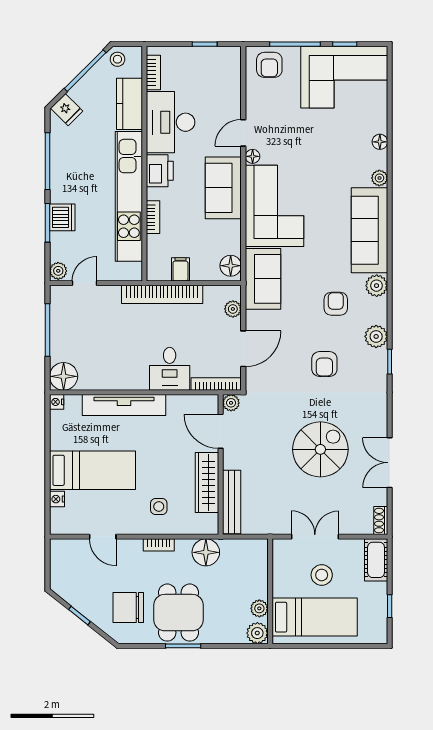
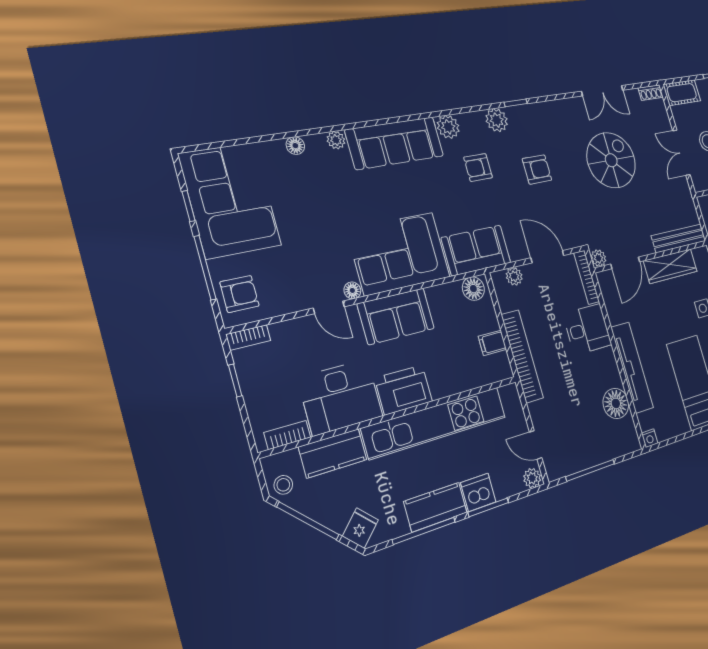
printer: (160, 171) -> (404, 390), width x1.37, depth x1.19
kitchen counter: (63, 176) -> (436, 507), added
bookcase: (153, 217) -> (248, 337), moved, turned 180
floor lamp: (64, 376) -> (616, 403), moved
spiral stairs: (320, 449) -> (611, 160), turned 90

